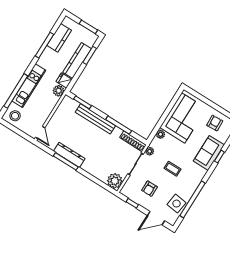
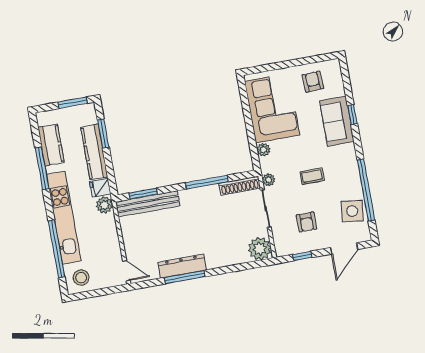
kitchen unit: (29, 86) -> (64, 218), width x1.36
bench: (95, 119) -> (148, 204), moved

